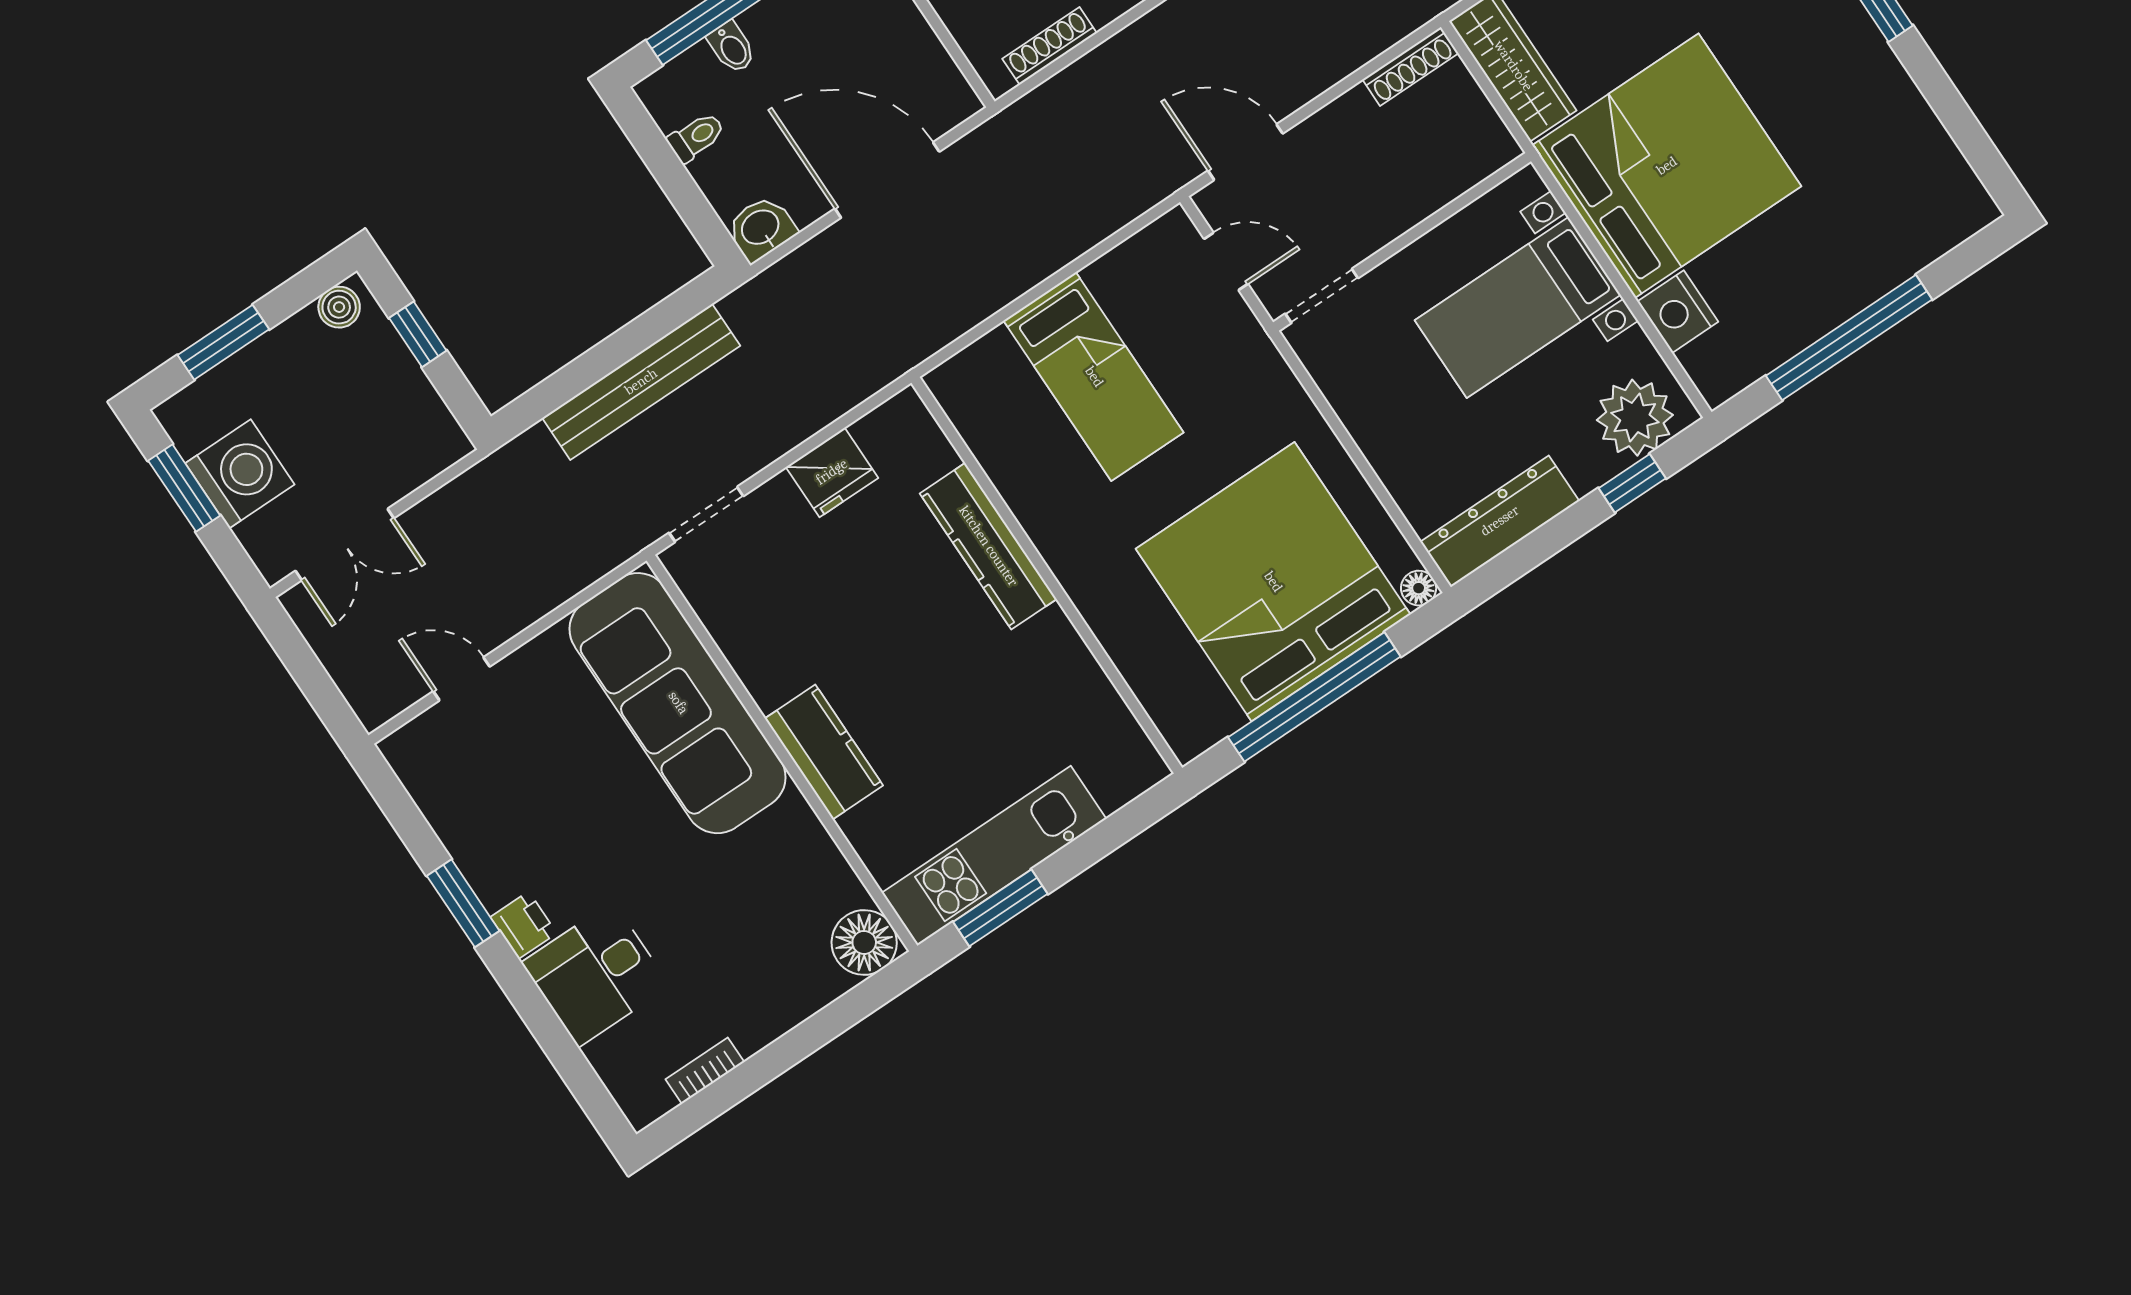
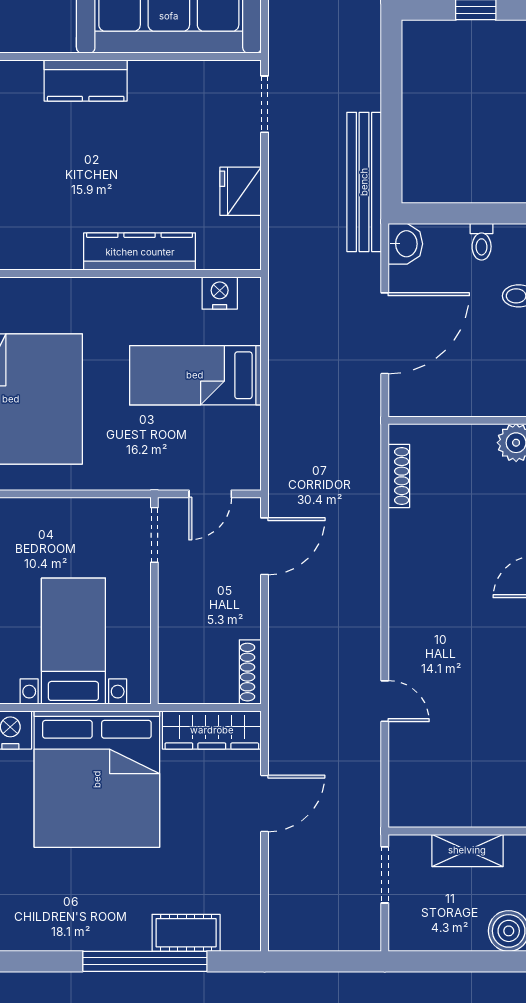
bench: (641, 382) -> (364, 182), moved
nightstand: (973, 414) -> (220, 293), added

